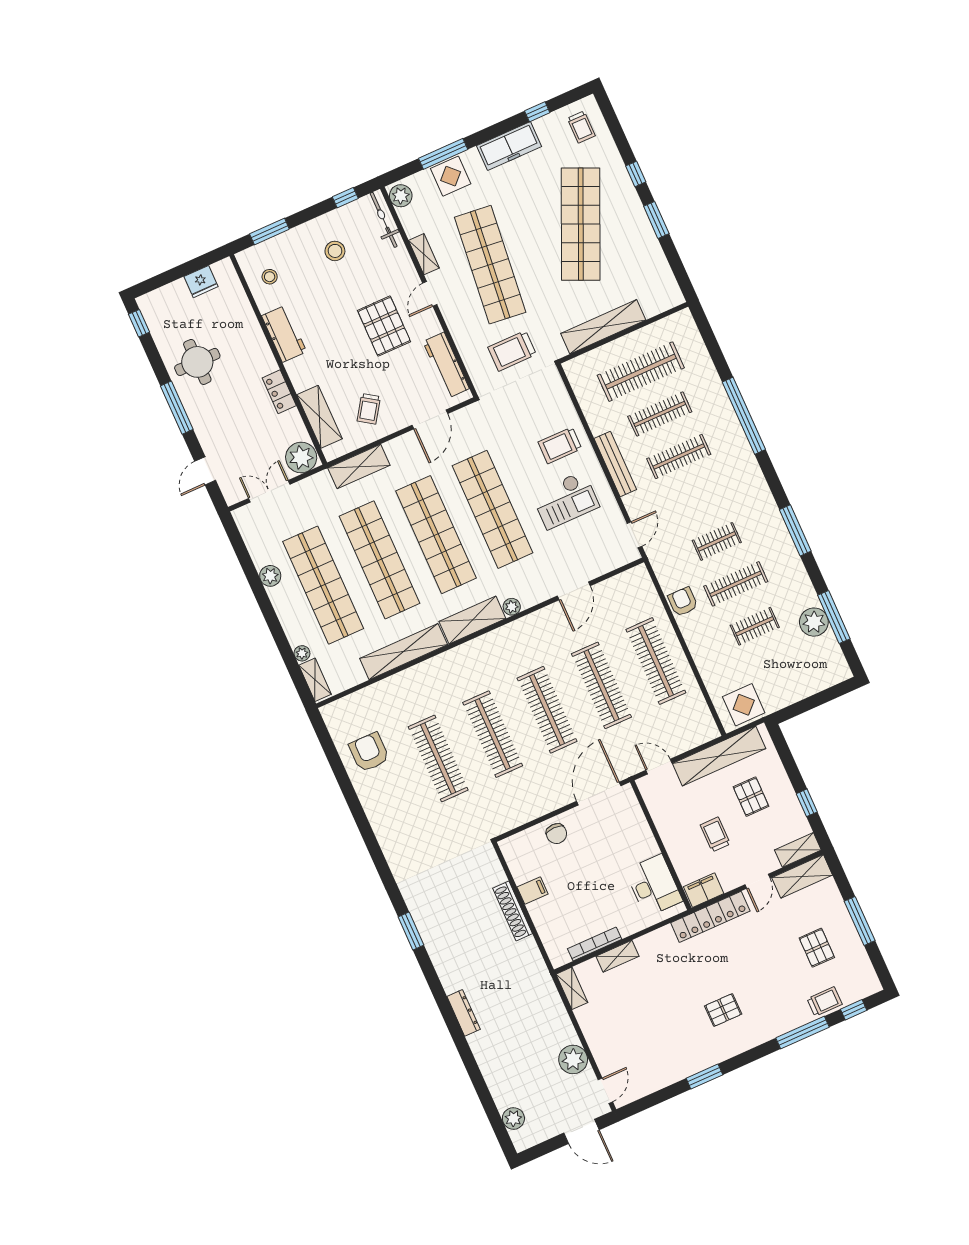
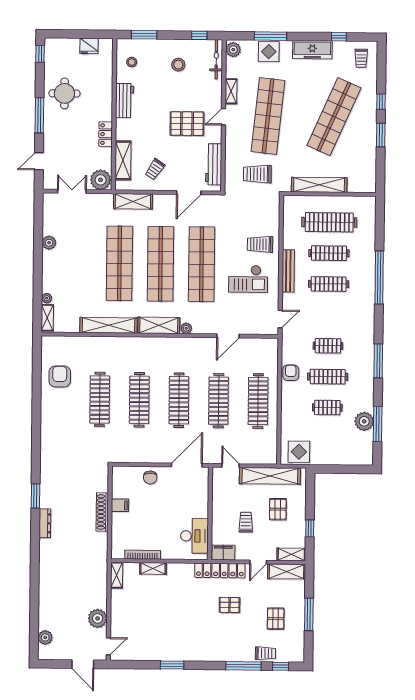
pallet: (384, 326) -> (187, 124), turned 90
shop shelf: (323, 585) -> (78, 263), removed
pallet: (723, 1010) -> (230, 605), moved
dresser: (464, 1013) -> (45, 523), moved

